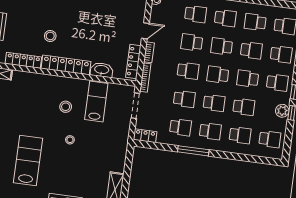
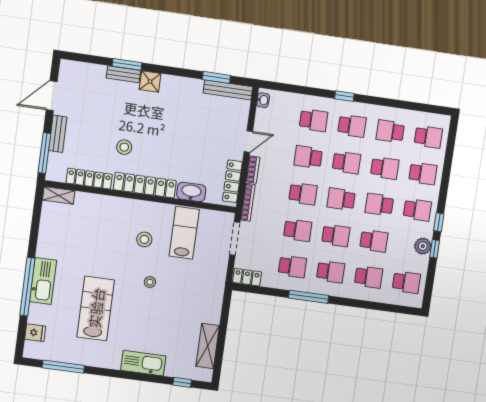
school desk: (222, 46) -> (347, 163), turned 180

